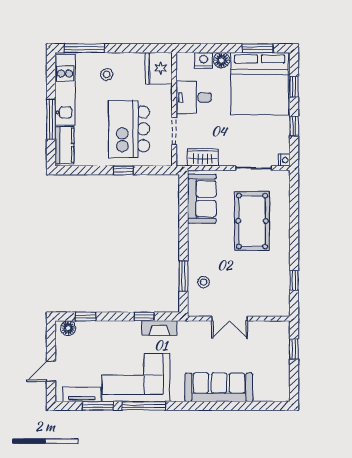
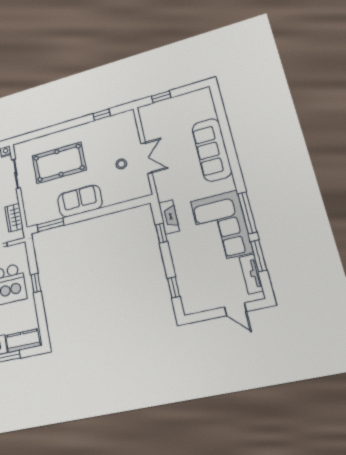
sofa: (202, 199) -> (80, 201), moved
window: (183, 276) -> (51, 225), moved
stool: (203, 282) -> (121, 164), moved
floor lamp: (68, 328) -> (188, 302), removed

